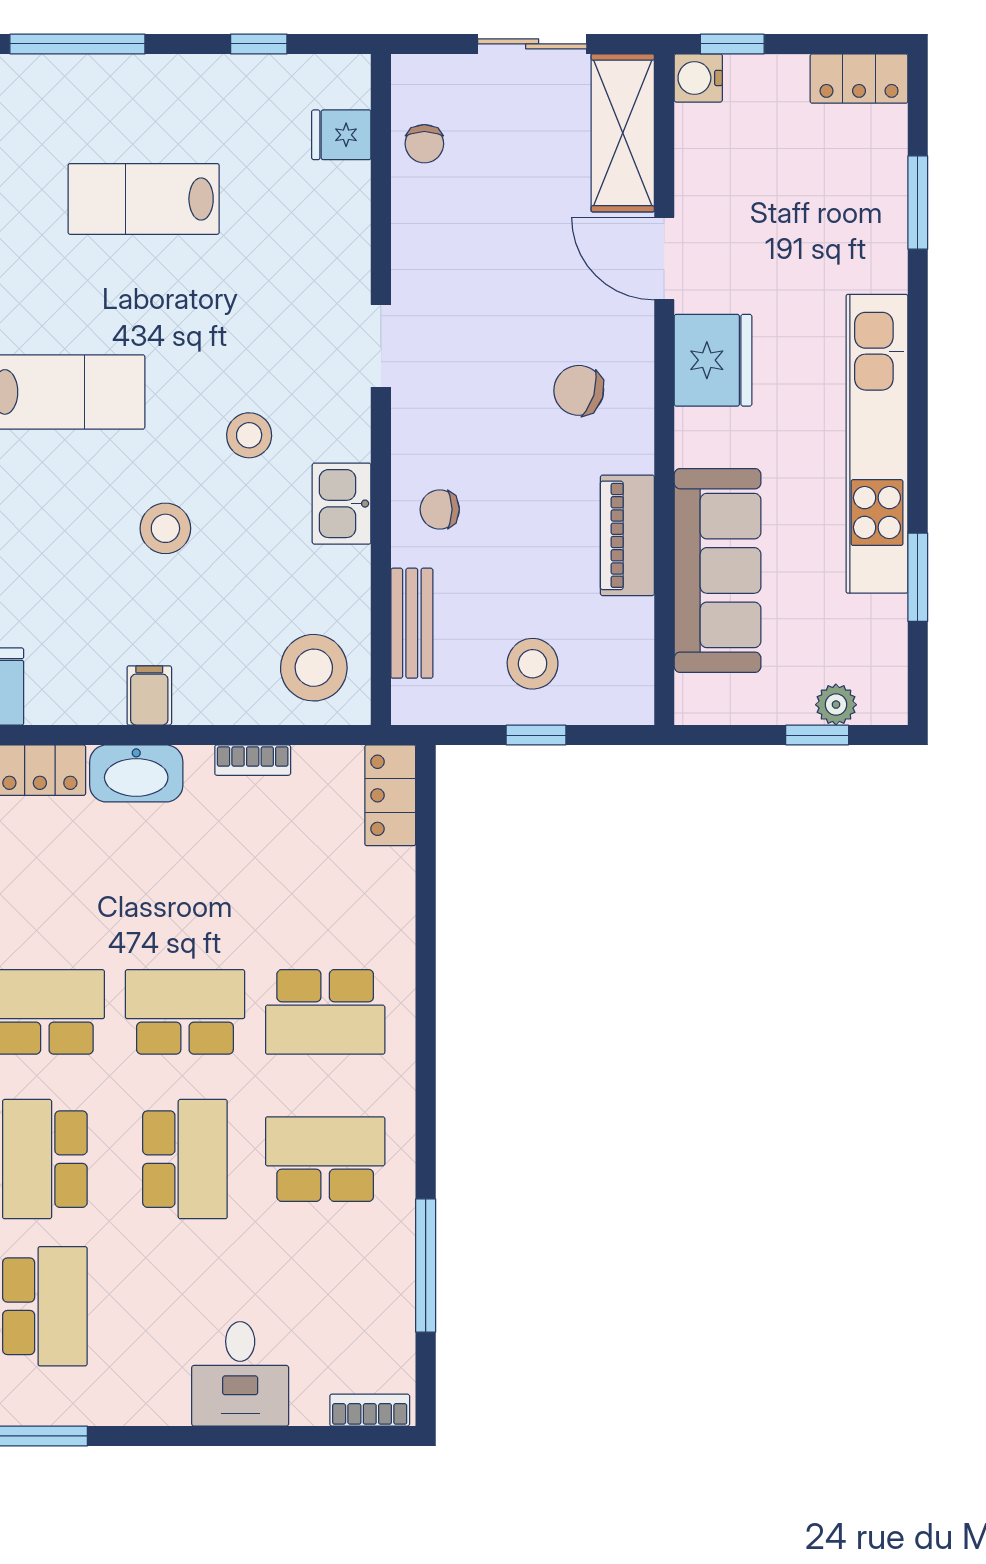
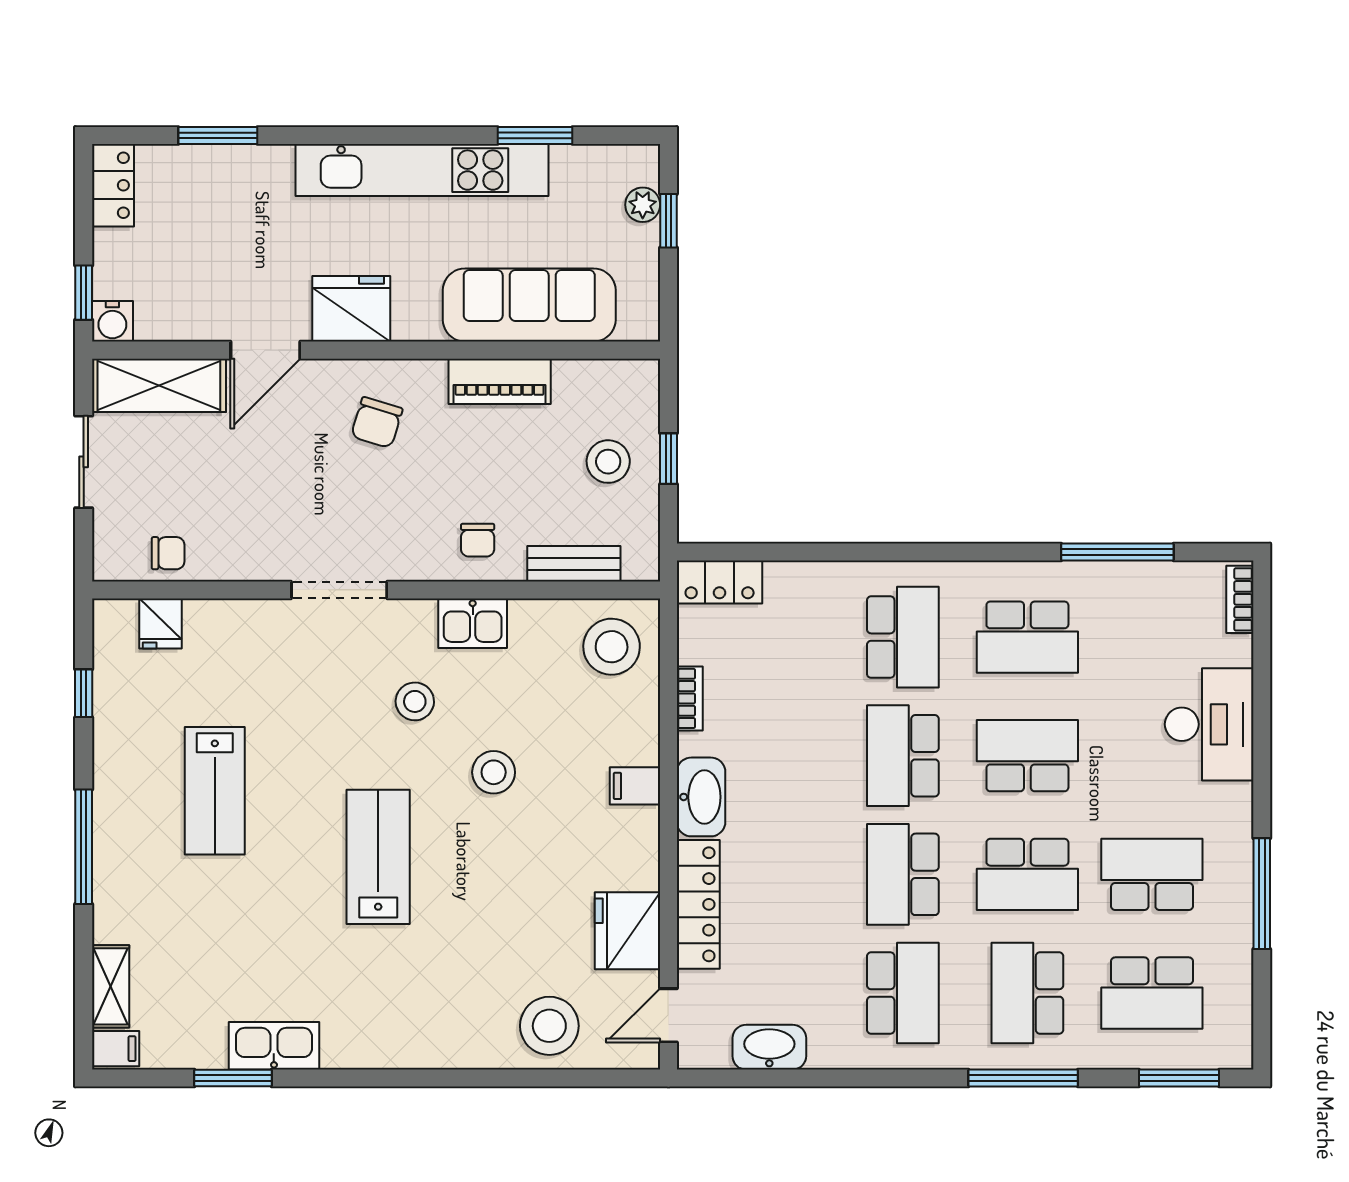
doorway: (381, 346) -> (339, 590), width x1.38
school desk: (325, 1159) -> (1027, 637), turned -90
desk: (240, 1374) -> (1209, 724), width x1.37

